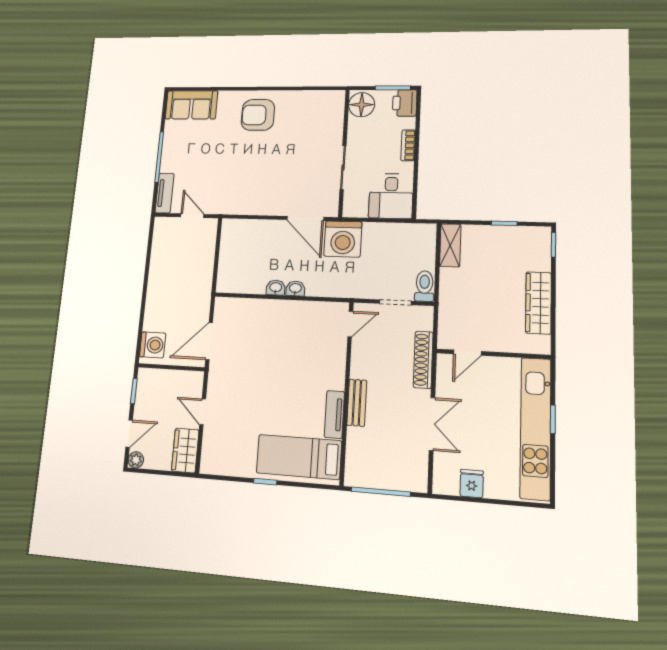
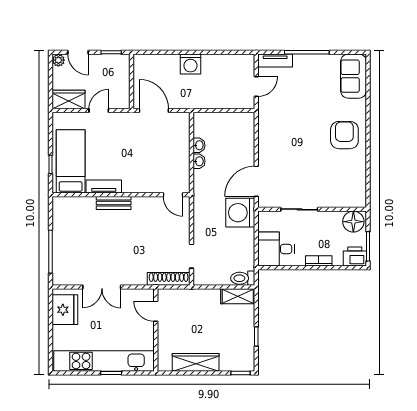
toilet: (424, 286) -> (243, 278), moved, turned 180
washbasin: (295, 288) -> (199, 145), moved
door: (350, 324) -> (173, 195), moved
washing machine: (153, 345) -> (190, 64), moved
shoe rack: (423, 360) -> (169, 279), moved
wall: (347, 392) -> (121, 195), moved
bench: (357, 403) -> (114, 203), moved
tv unit: (334, 414) -> (104, 186), moved
bed: (299, 457) -> (71, 161), moved
fridge: (472, 484) -> (65, 310), width x1.88, depth x1.34

